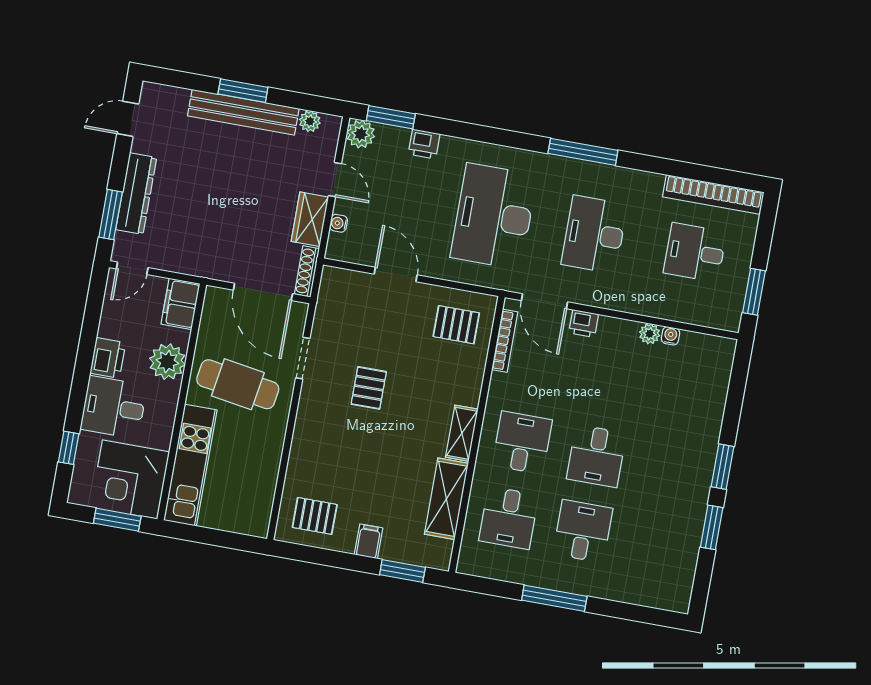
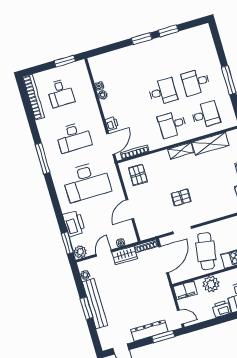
printer: (424, 144) -> (74, 223), width x1.87, depth x1.48

